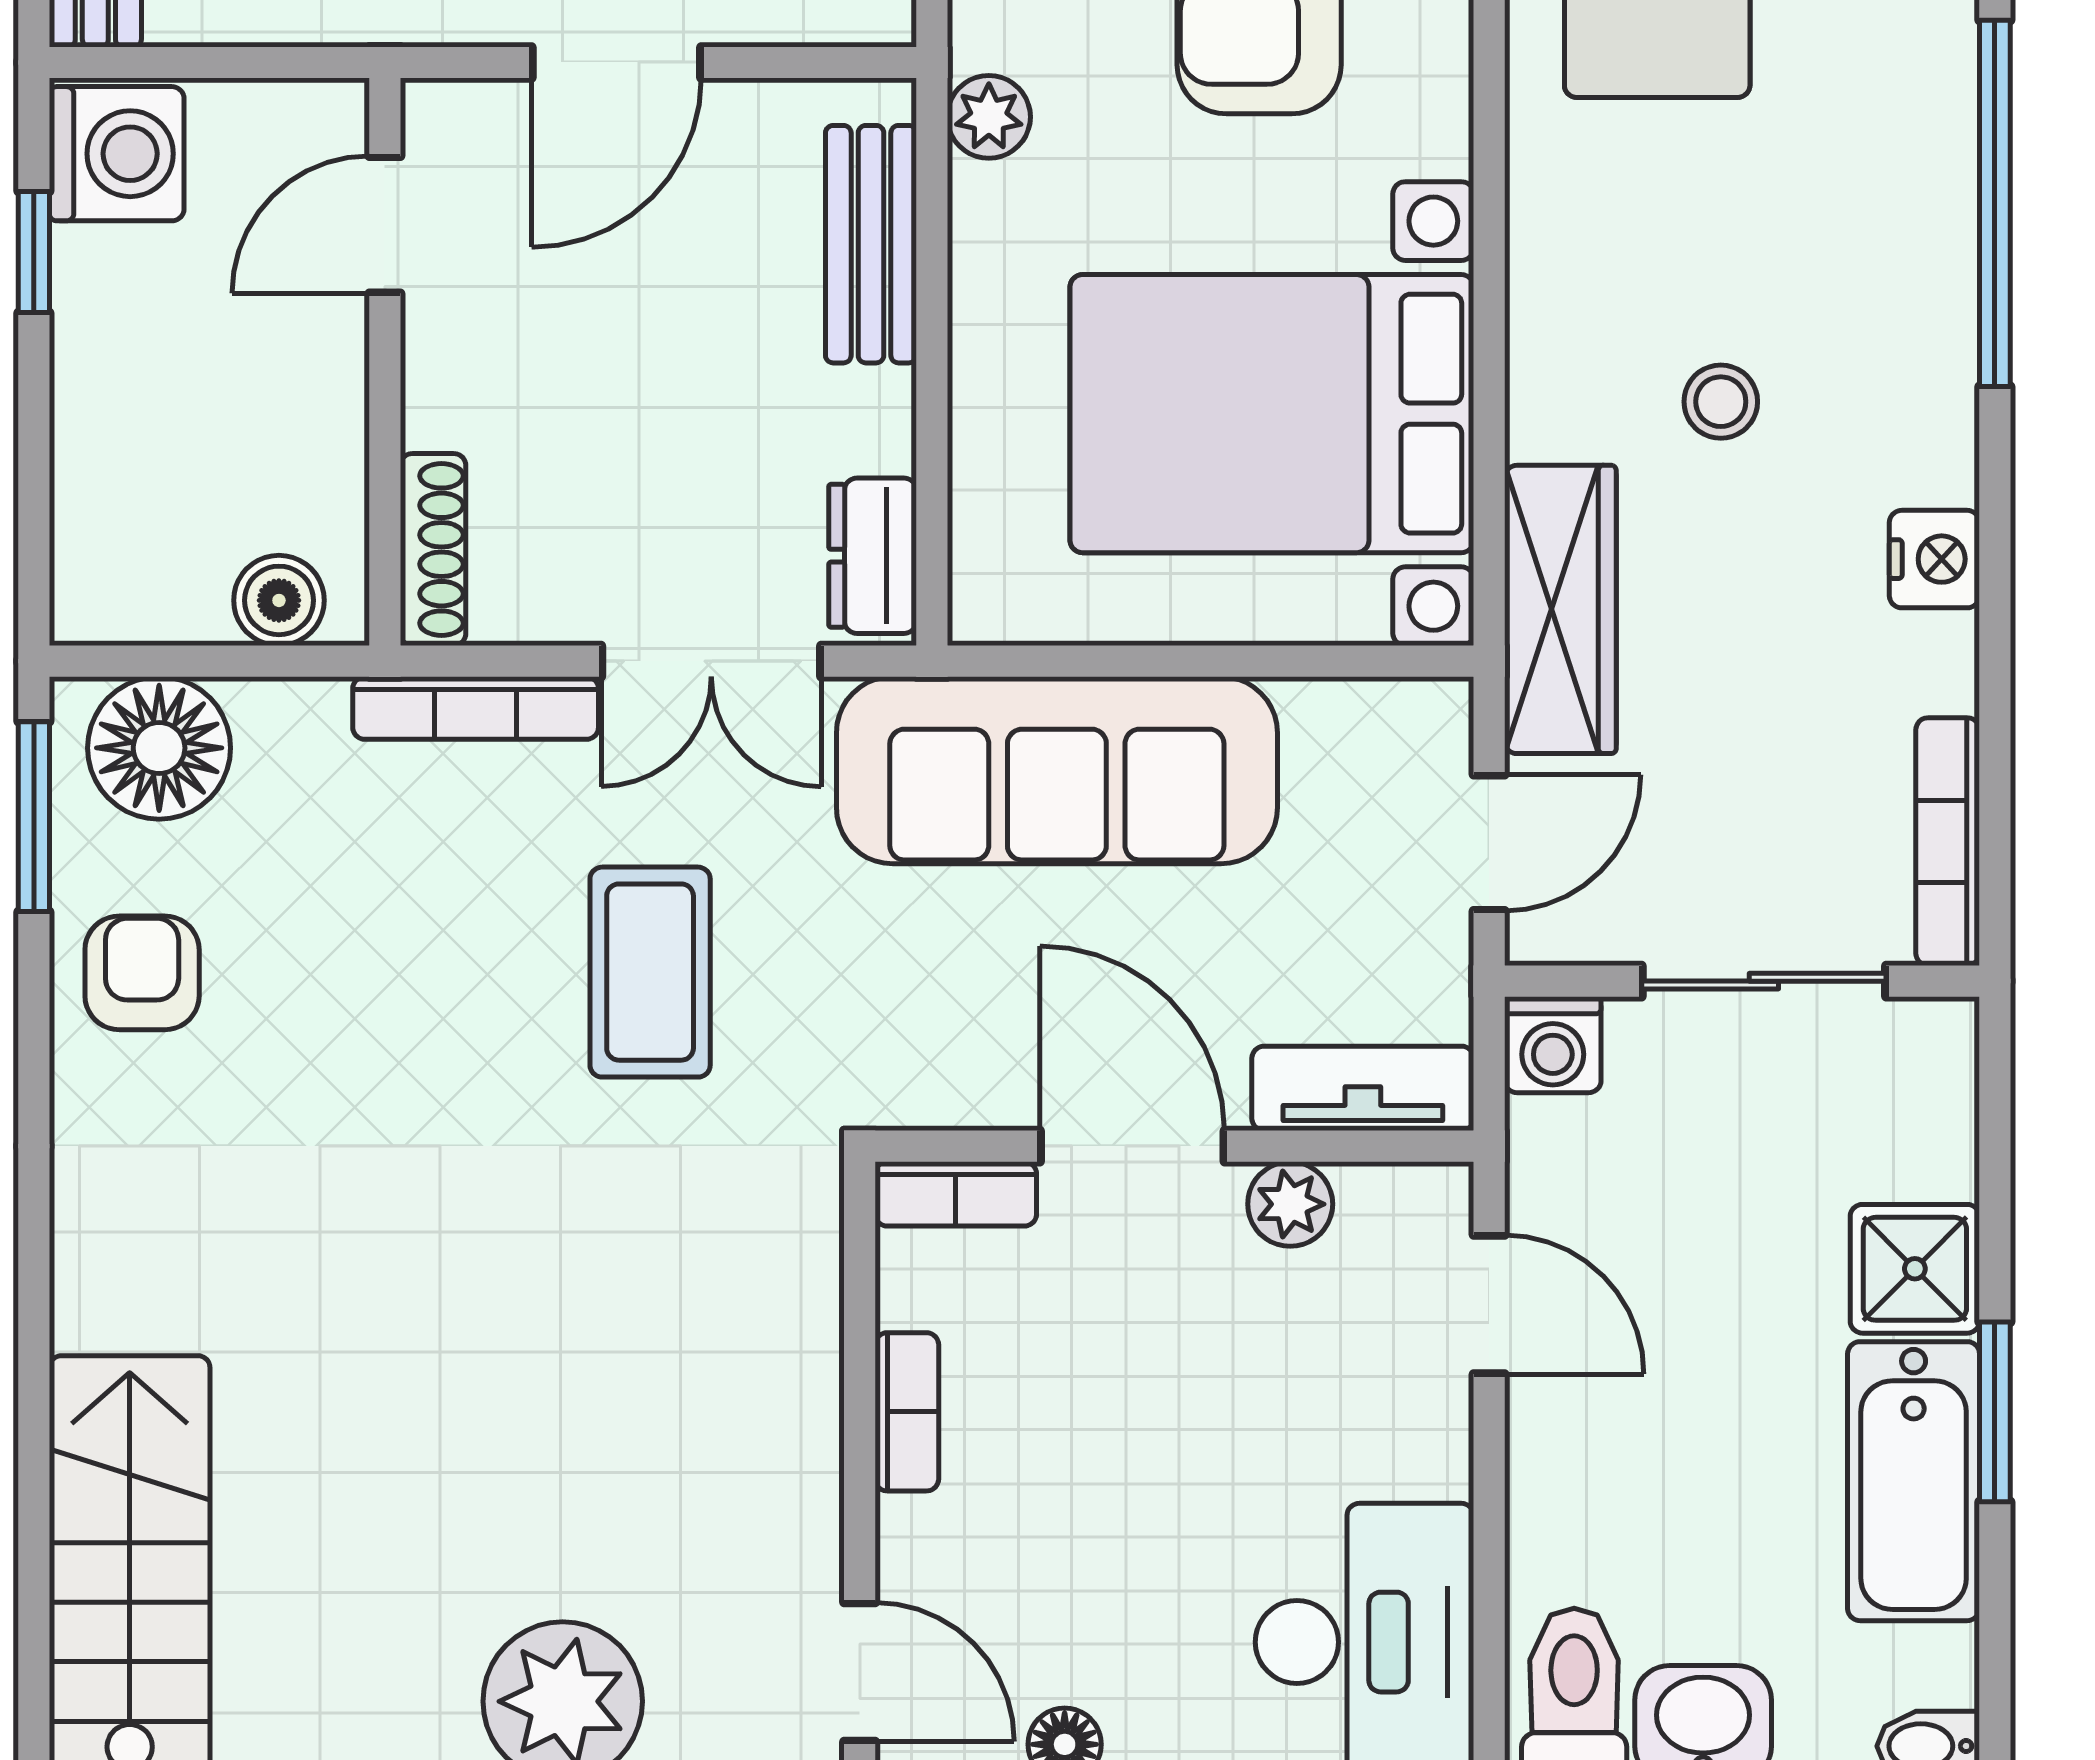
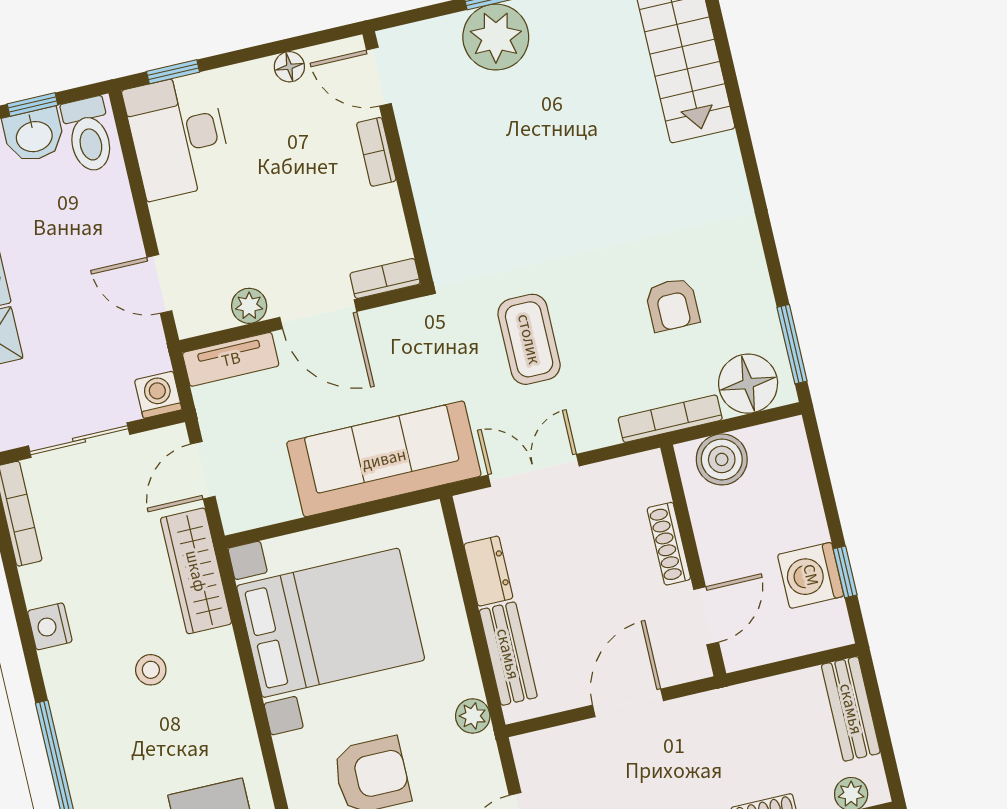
washing machine: (117, 154) -> (811, 575), moved
shoe rack: (433, 550) -> (669, 544), moved
dresser: (873, 556) -> (488, 571), moved
boiler: (279, 600) -> (722, 459), width x1.36, depth x1.36
bookcase: (476, 708) -> (670, 419), moved
armchair: (142, 973) -> (672, 305), moved
bookcase: (907, 1412) -> (376, 152), moved

